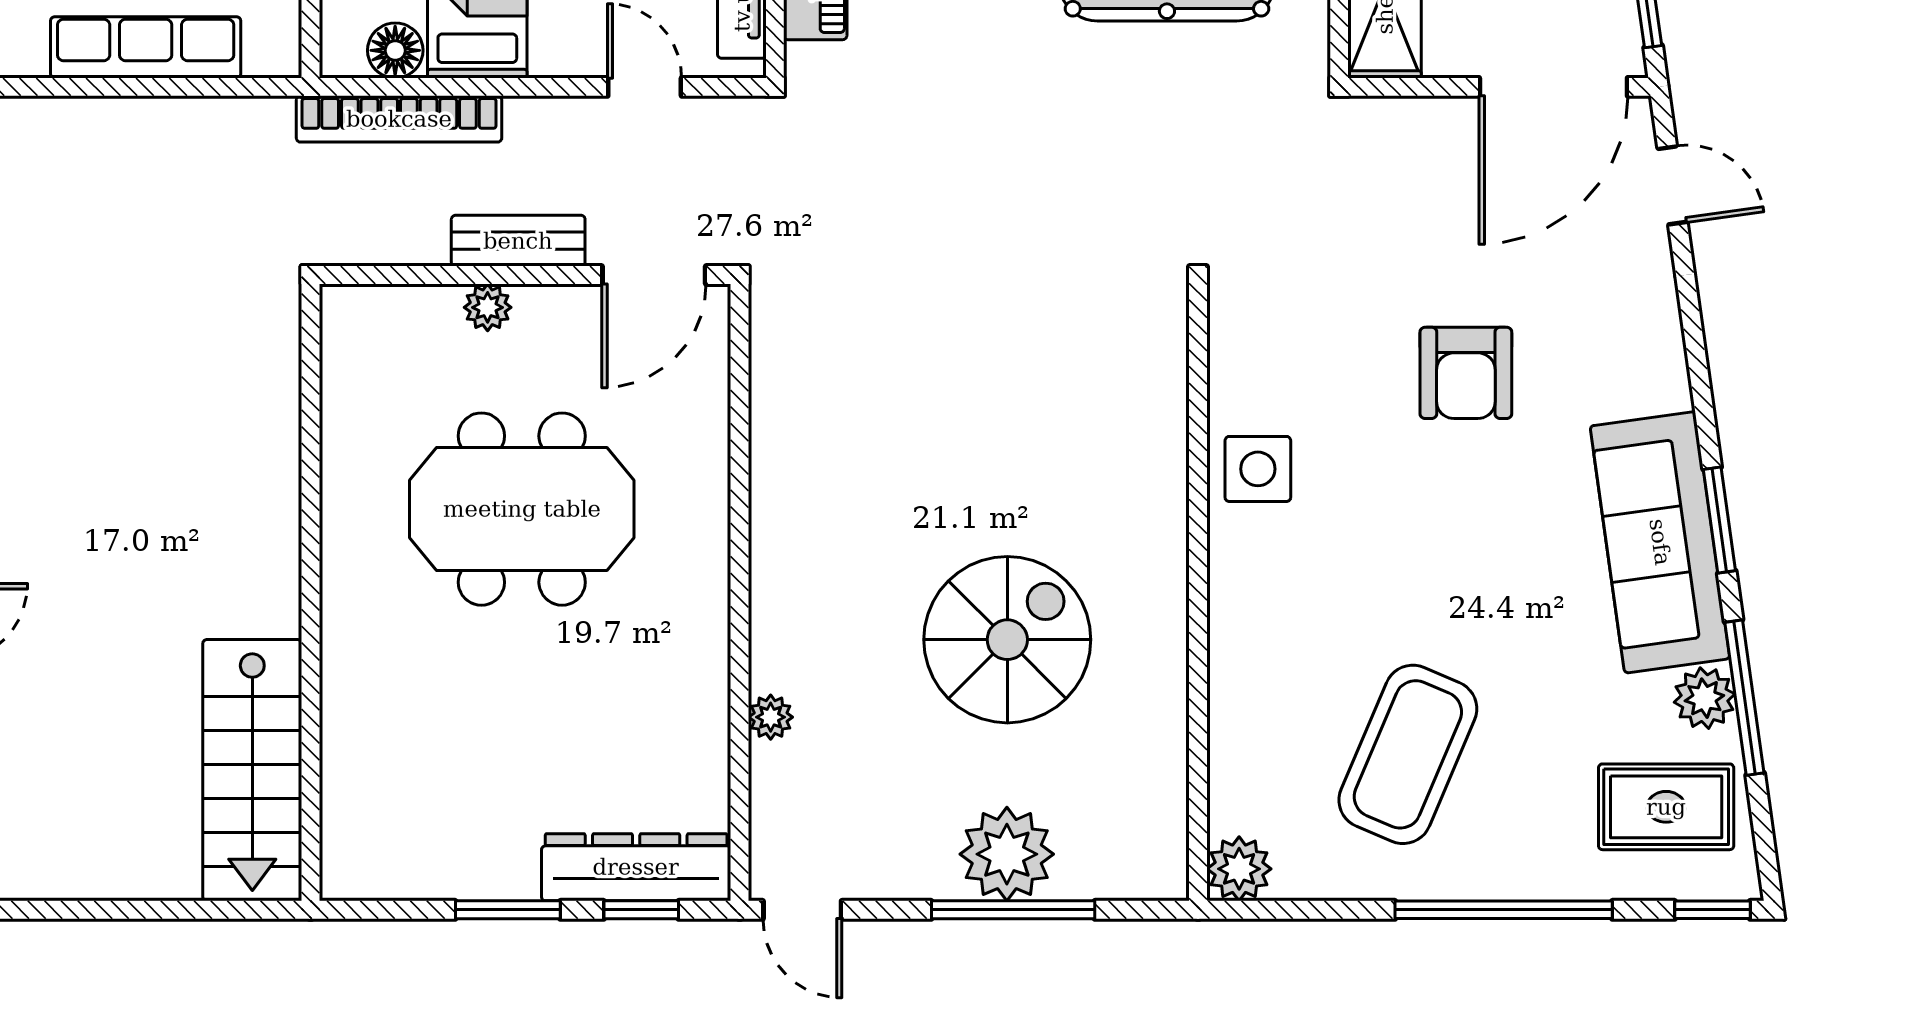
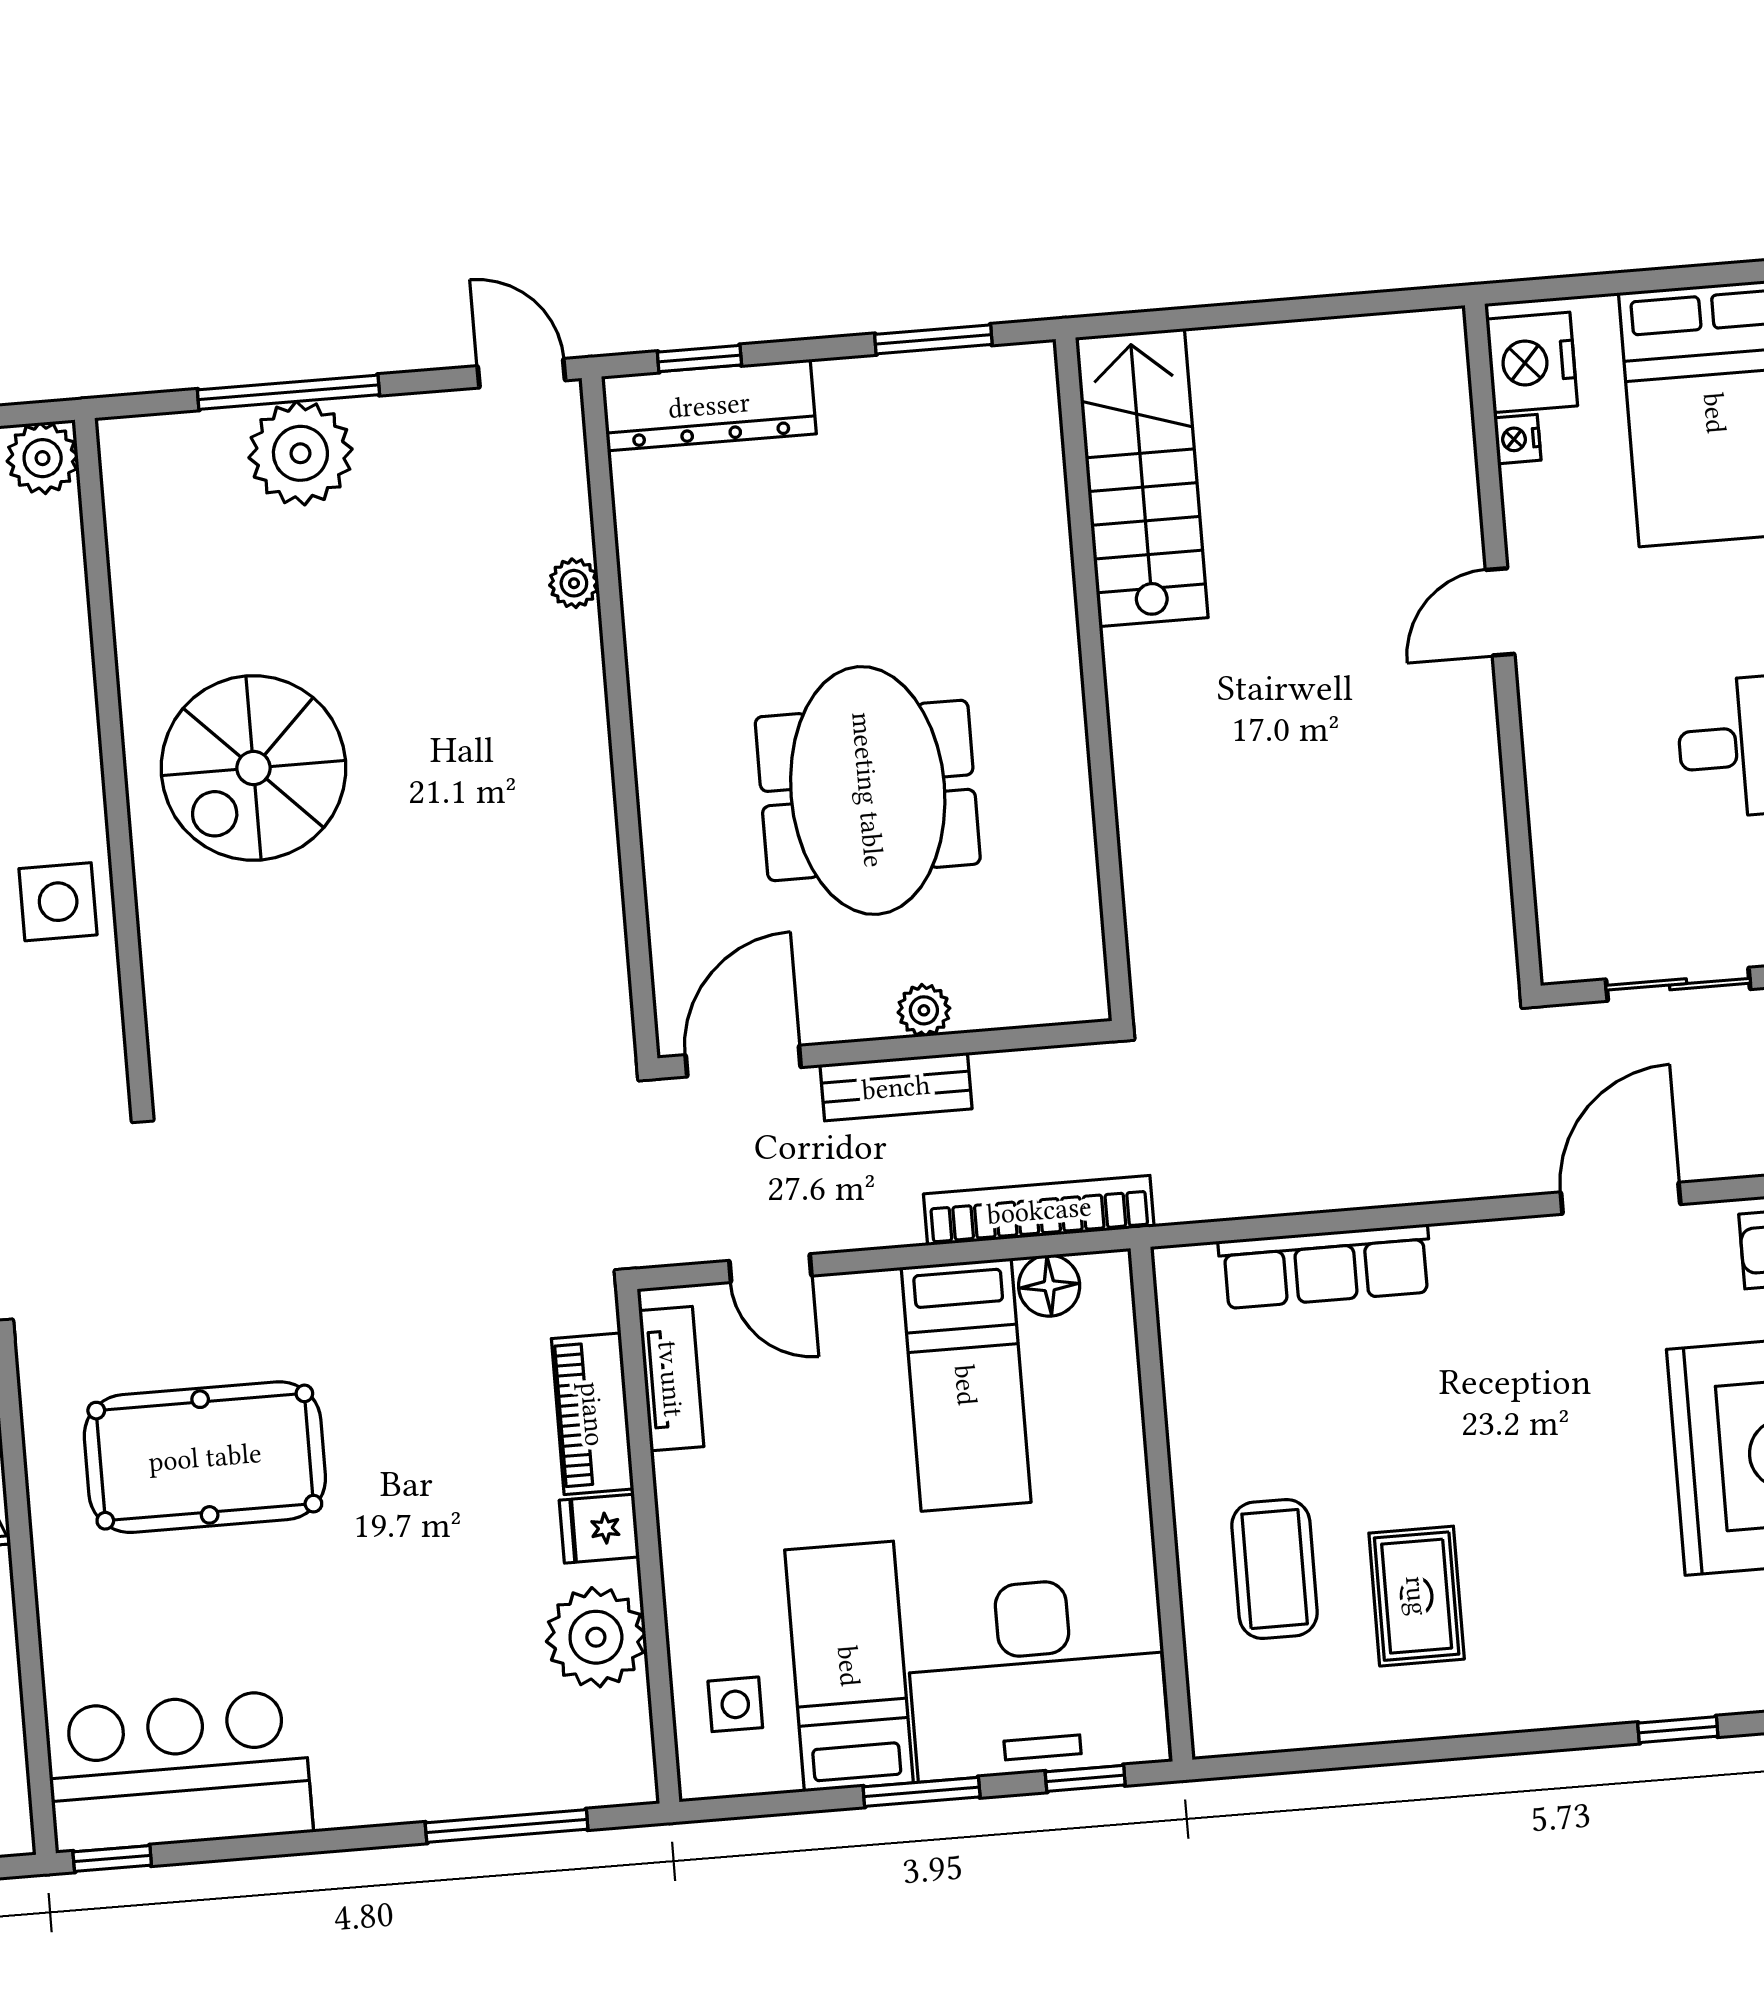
meeting table: (522, 509) -> (868, 790), turned 90
spiral stairs: (1007, 640) -> (254, 768), moved
window: (508, 910) -> (933, 339), moved

